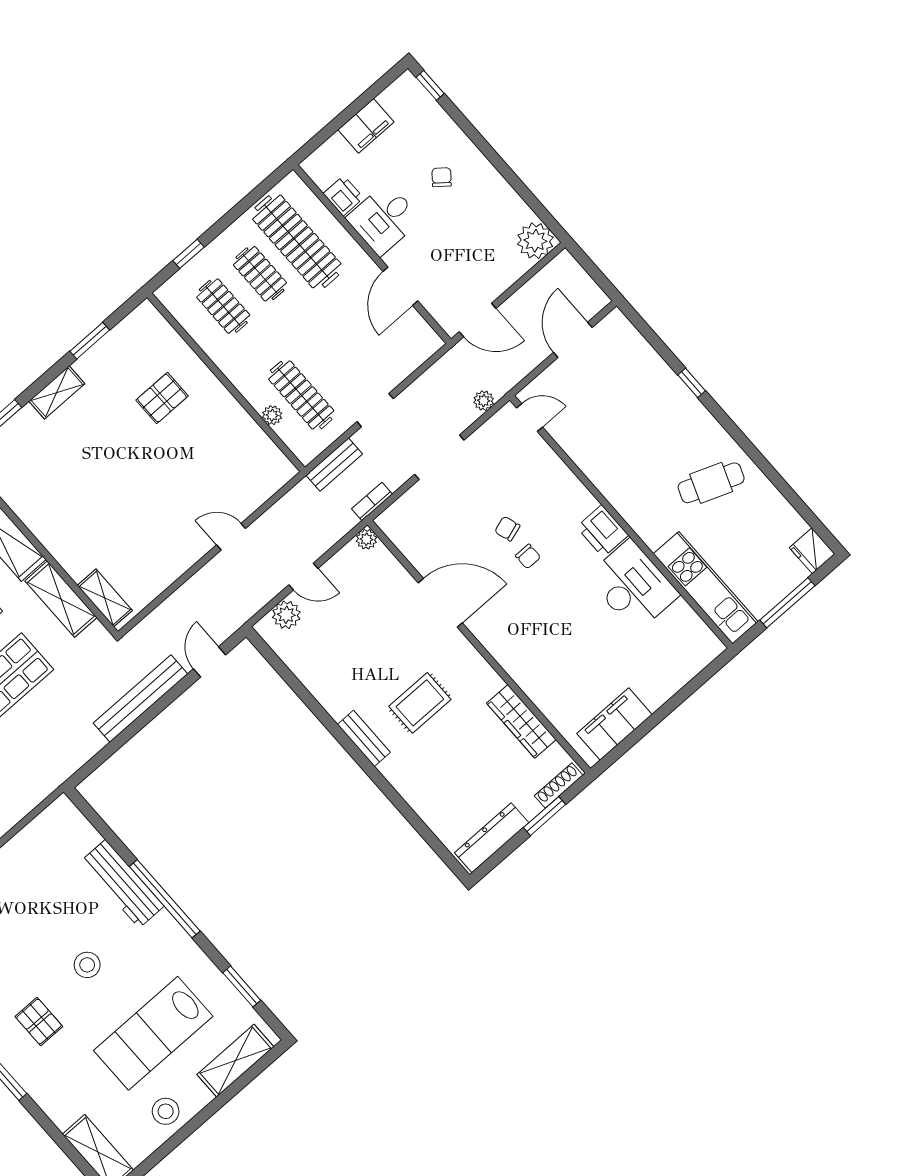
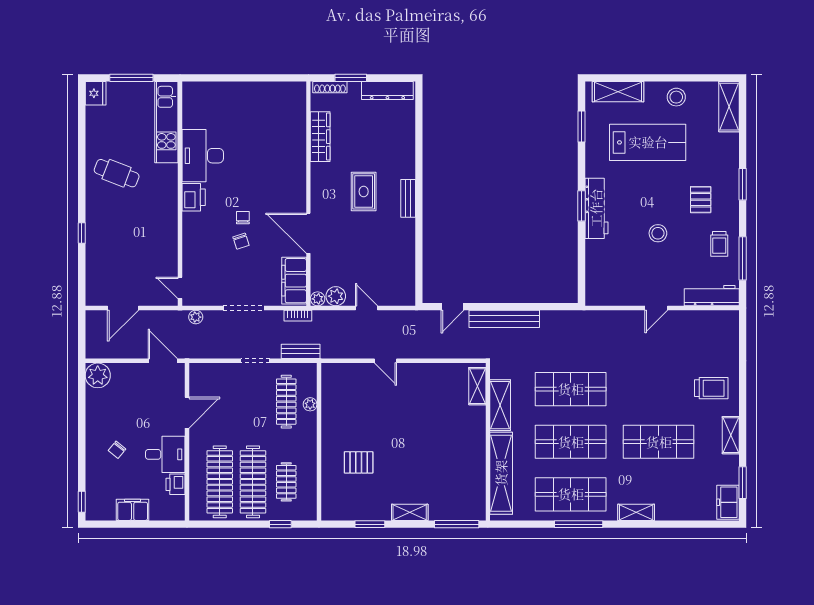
clothes rail: (260, 274) -> (253, 482), width x1.86, depth x1.31
plant: (286, 615) -> (336, 296), moved
rug: (420, 703) -> (364, 191), turned 90
filing cabinet: (614, 724) -> (294, 281), moved, turned 90
workbench: (122, 884) -> (596, 208), moved
window: (165, 899) -> (581, 206), width x0.47
stool: (87, 965) -> (658, 233), moved

